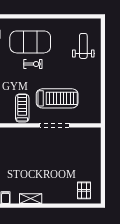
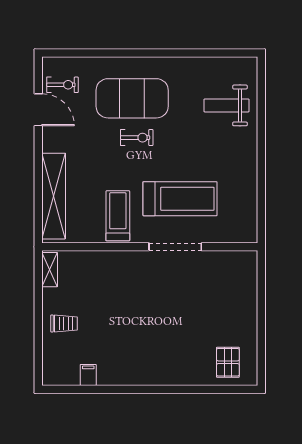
weight bench: (83, 46) -> (227, 105), turned -90
shelving: (31, 199) -> (133, 377), removed

